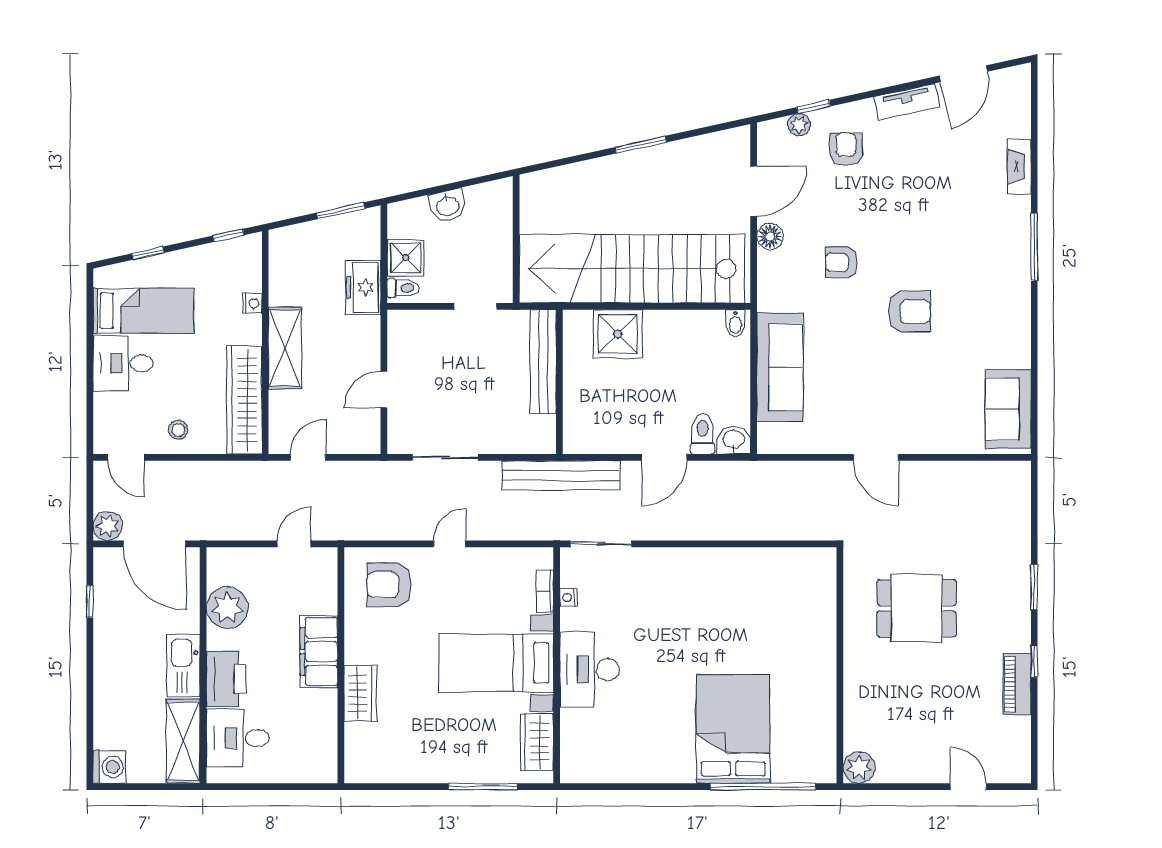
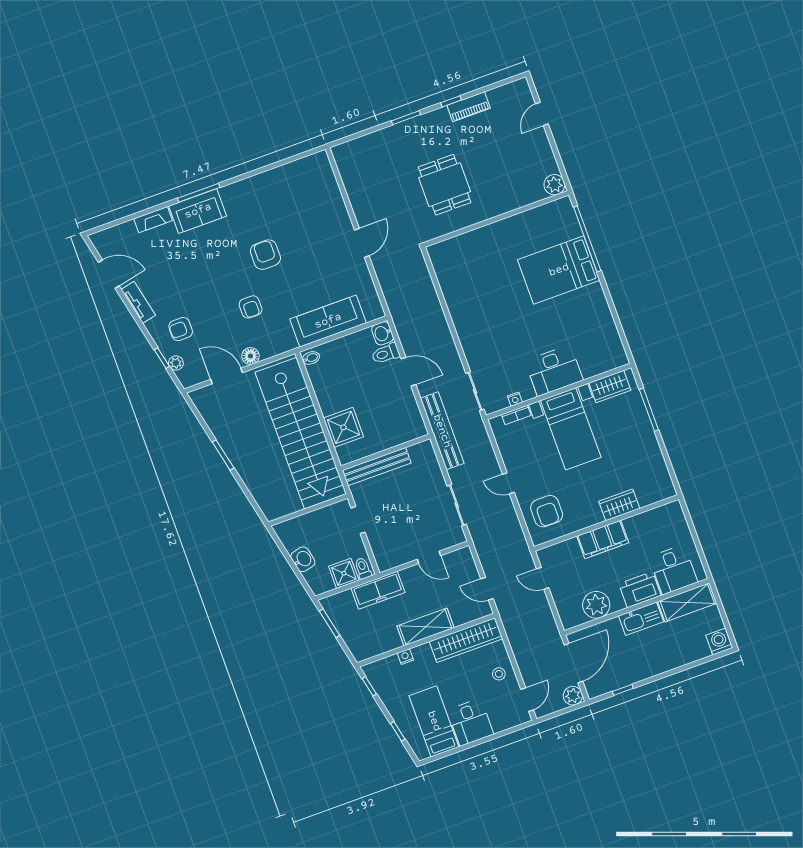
freezer: (363, 288) -> (378, 590), width x1.40
sofa: (1008, 409) -> (198, 211), moved

